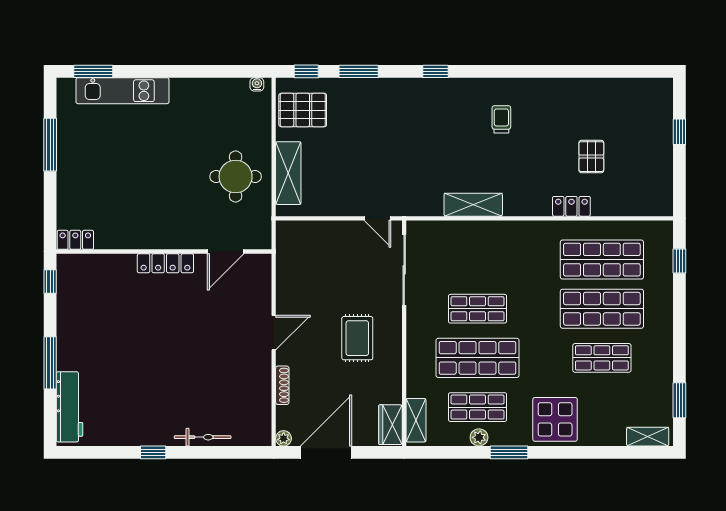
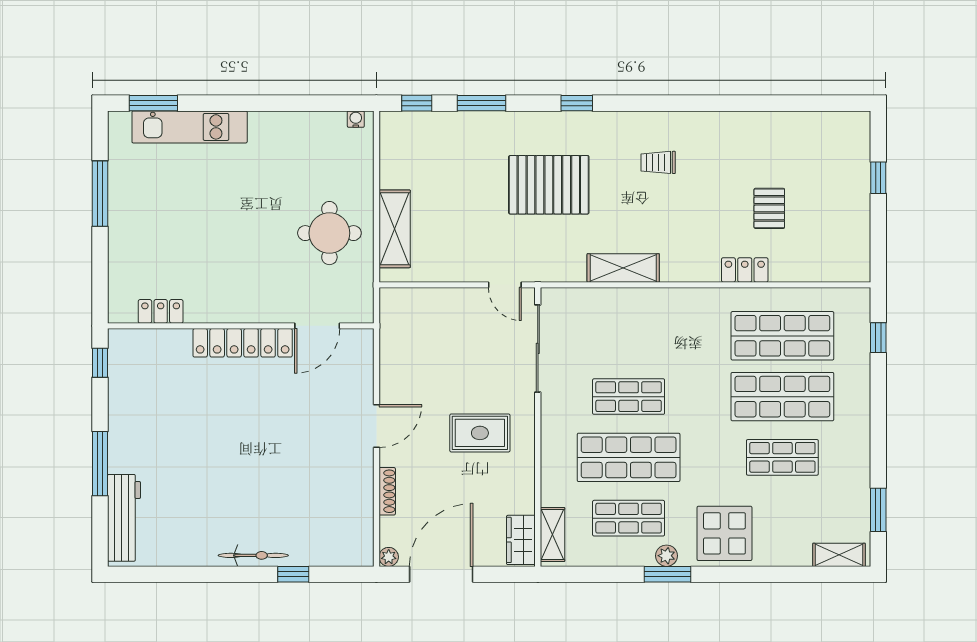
pallet: (303, 110) -> (549, 185), moved, width x1.37, depth x1.41
trolley: (501, 119) -> (658, 162), turned -90
locker: (75, 240) -> (161, 311), moved
locker: (165, 263) -> (243, 343), width x1.41, depth x1.21
rug: (357, 338) -> (480, 433), turned 90
bicycle: (203, 437) -> (253, 555), moved
plant: (479, 437) -> (666, 556), moved
window: (153, 452) -> (293, 574), moved

